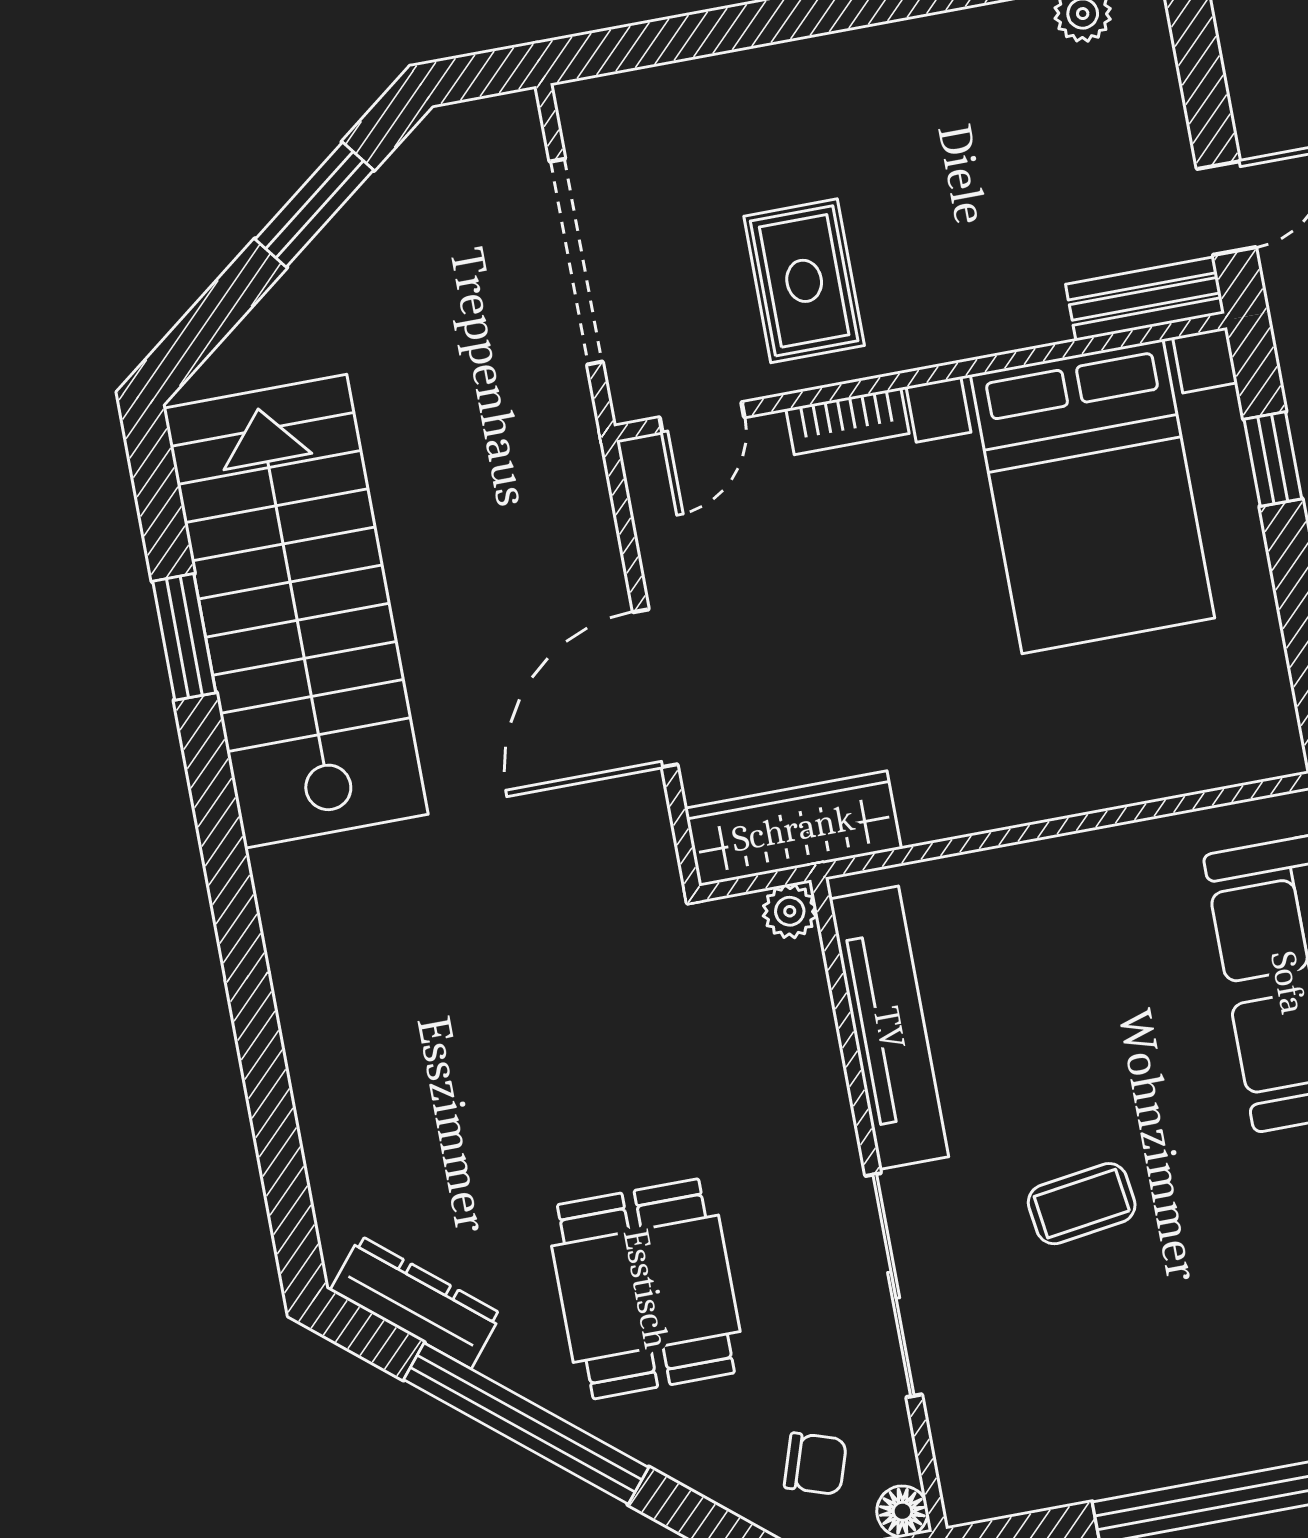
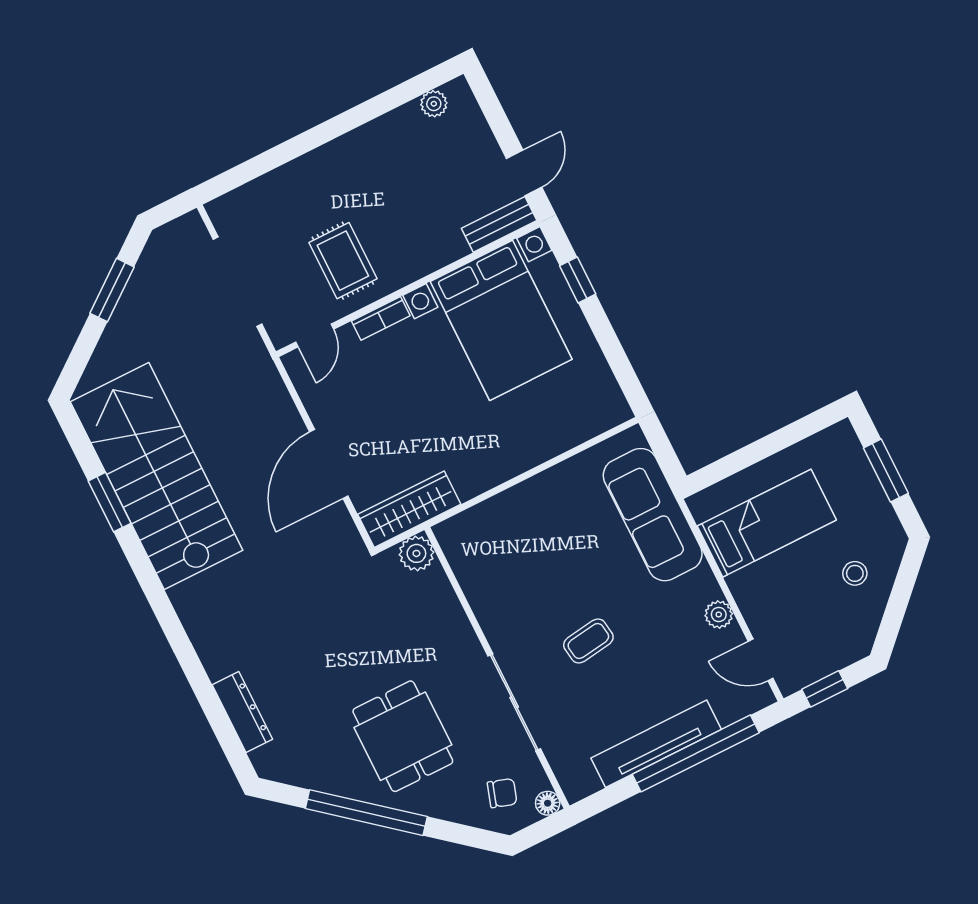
plant: (790, 911) -> (416, 553), width x1.38, depth x1.38
tv unit: (889, 1028) -> (656, 744), moved, turned -90
dresser: (416, 1302) -> (242, 712), moved, turned 50

